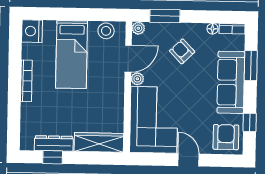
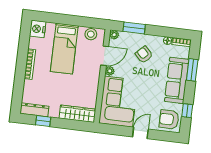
armchair: (226, 137) -> (169, 119), turned -90
dresser: (54, 143) -> (34, 110), moved
door: (188, 160) -> (140, 133), hinge flipped

